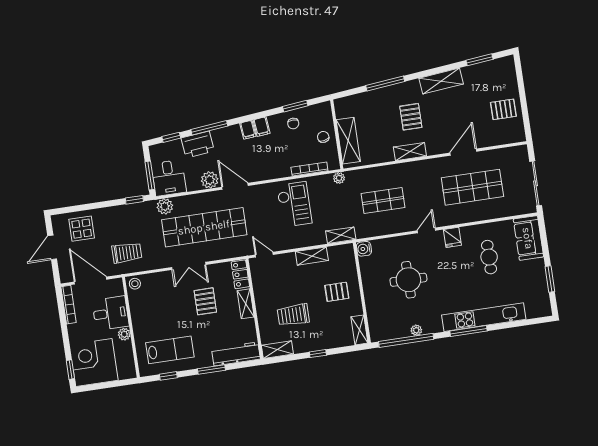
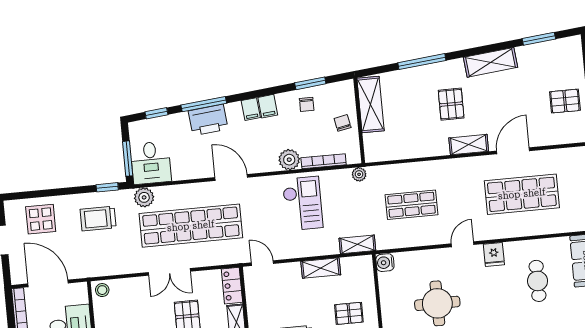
shelving: (348, 141) -> (371, 104), moved
printer: (198, 145) -> (208, 120), moved
shelving: (410, 152) -> (469, 145), moved
plant: (210, 180) -> (289, 160), moved
trolley: (127, 253) -> (98, 219), moved, turned 180

